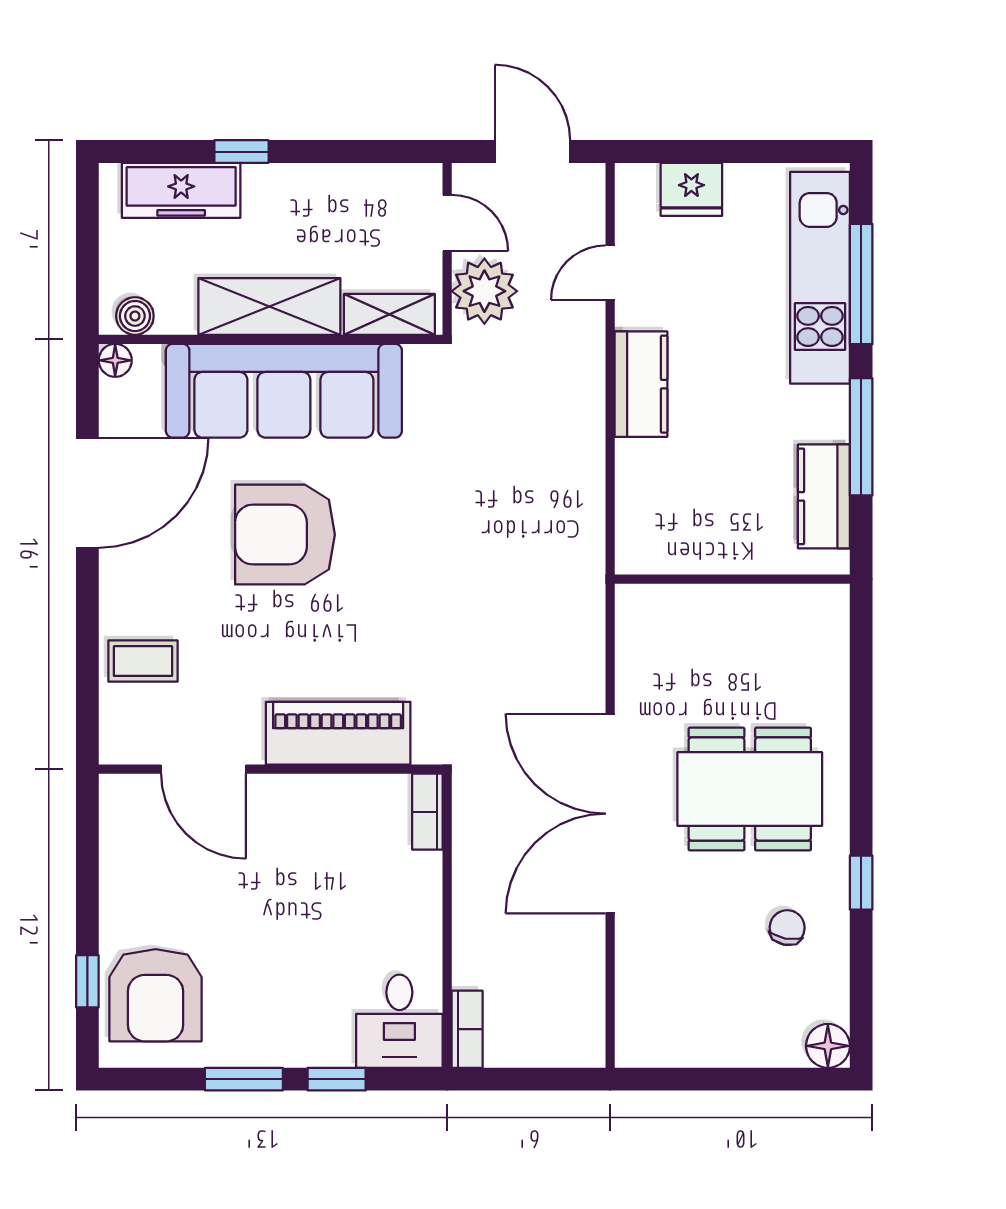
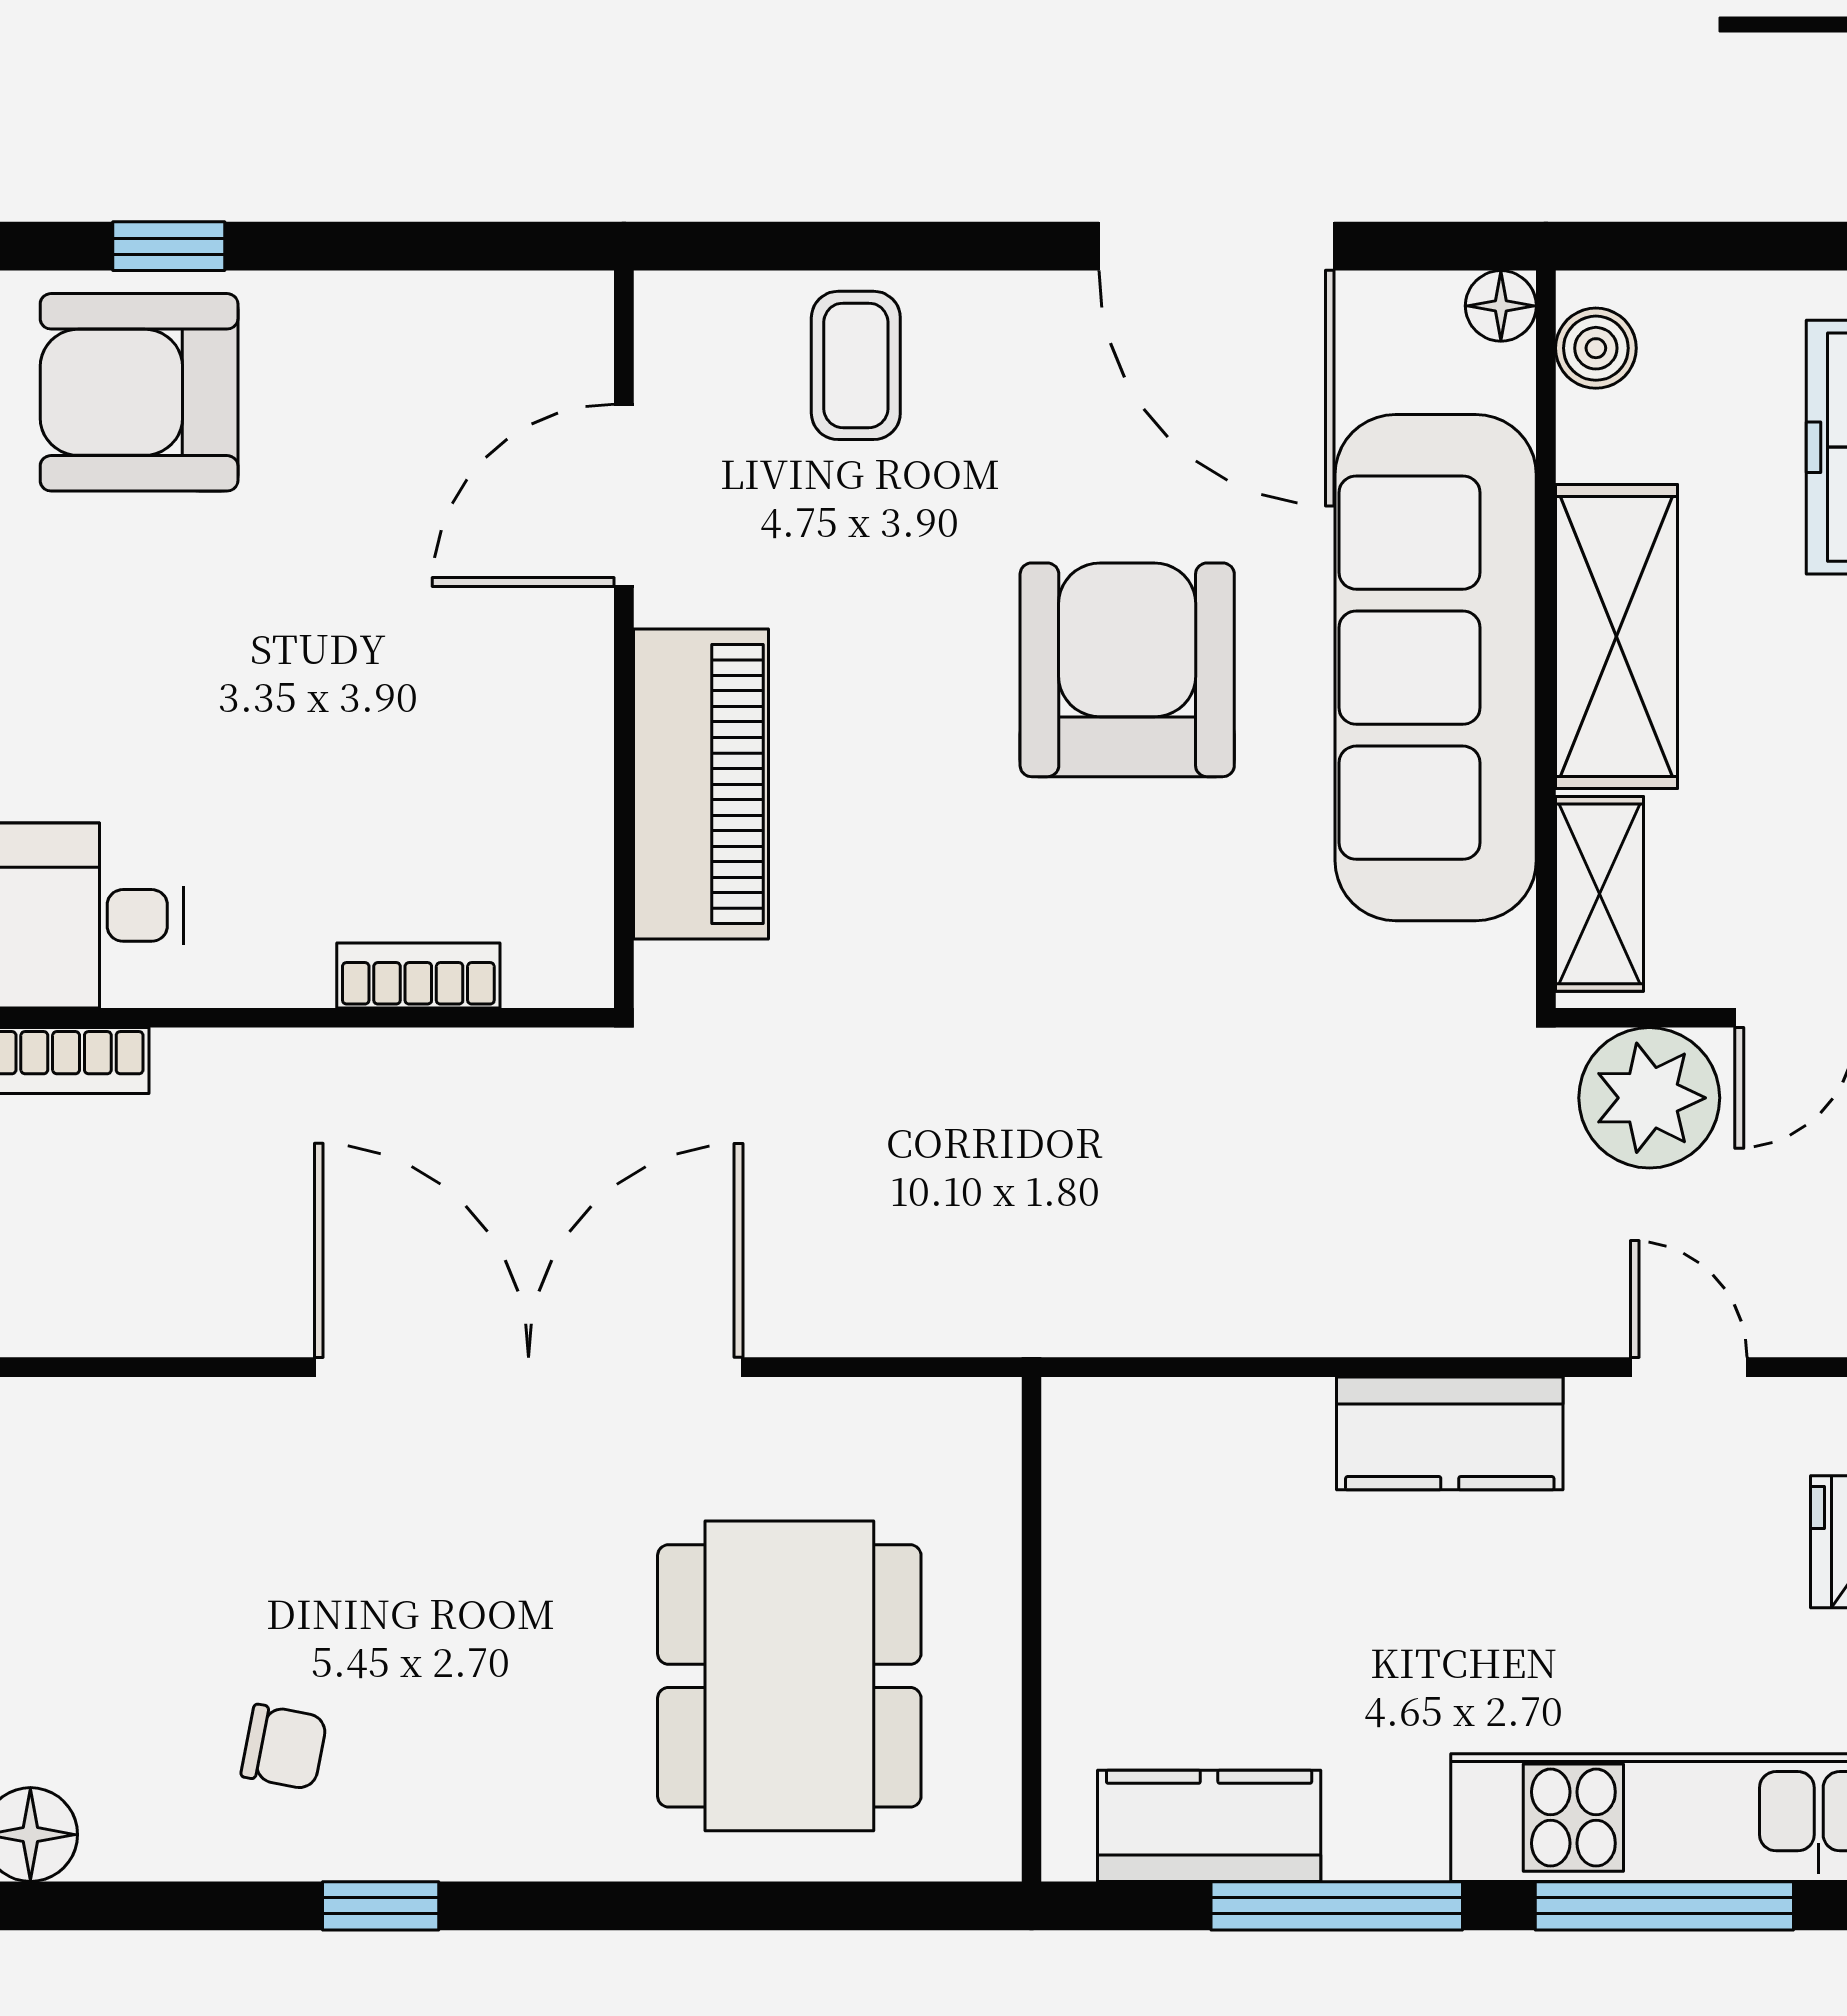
dining table: (750, 789) -> (789, 1676), moved
bookcase: (427, 812) -> (418, 975), moved

